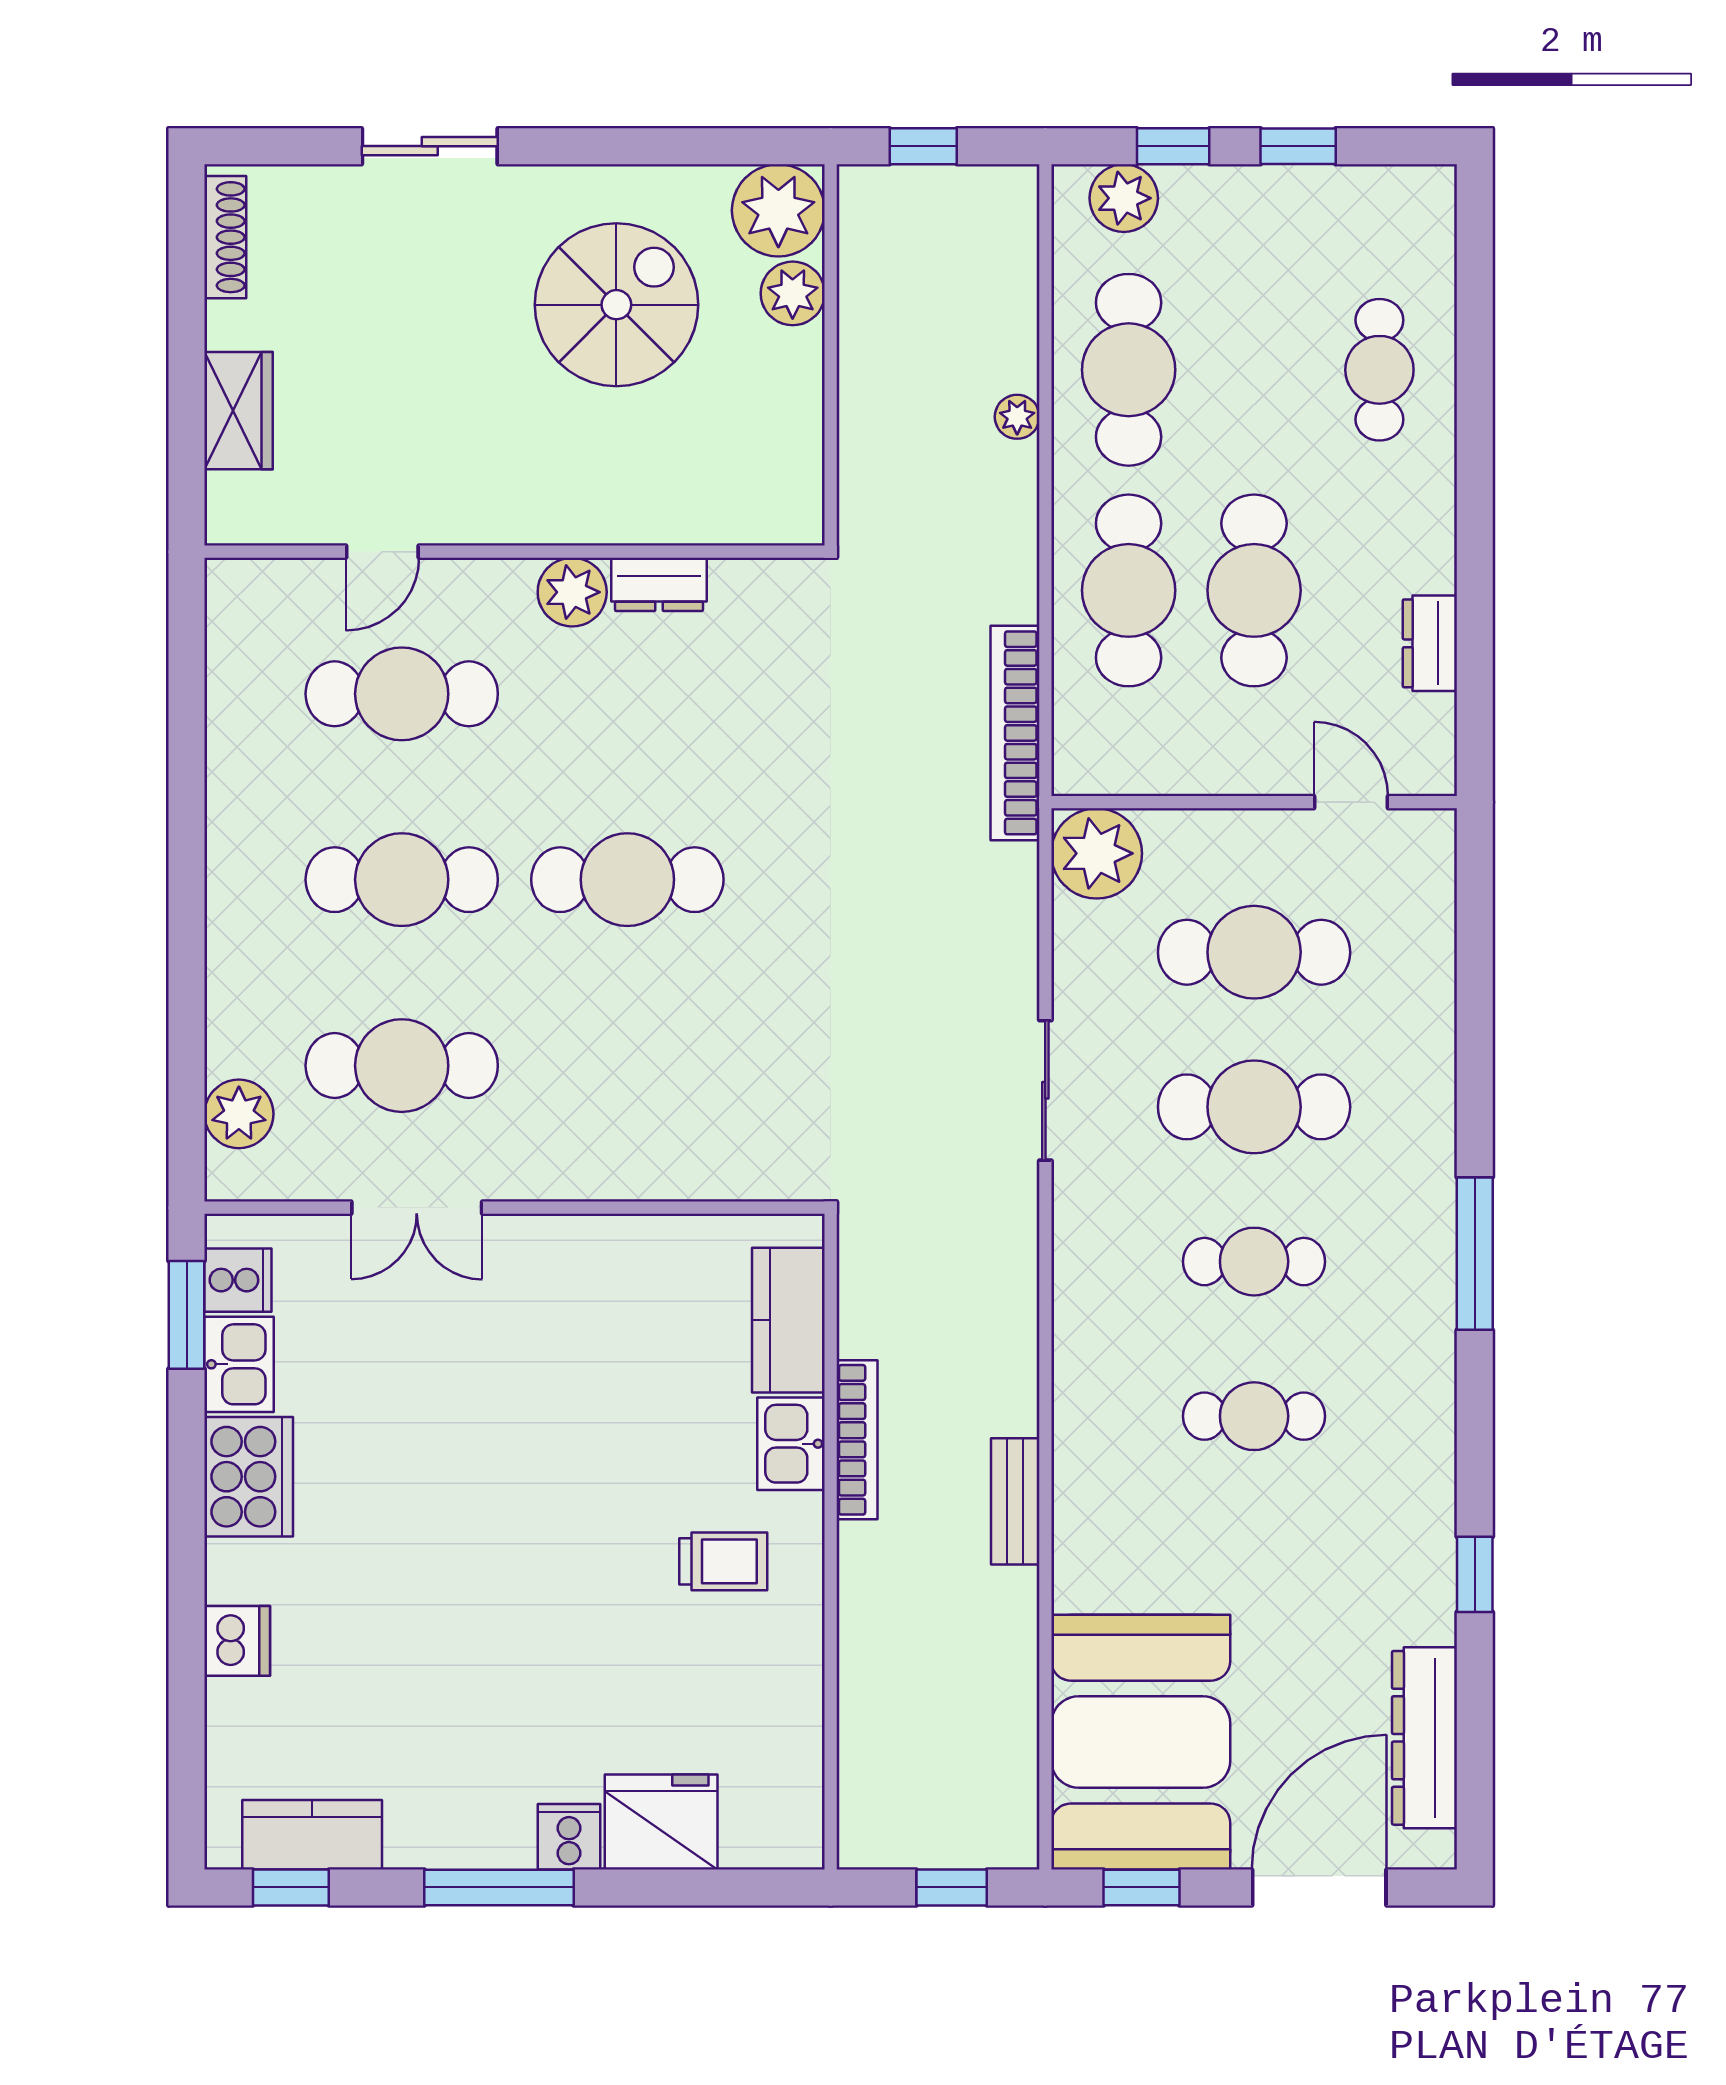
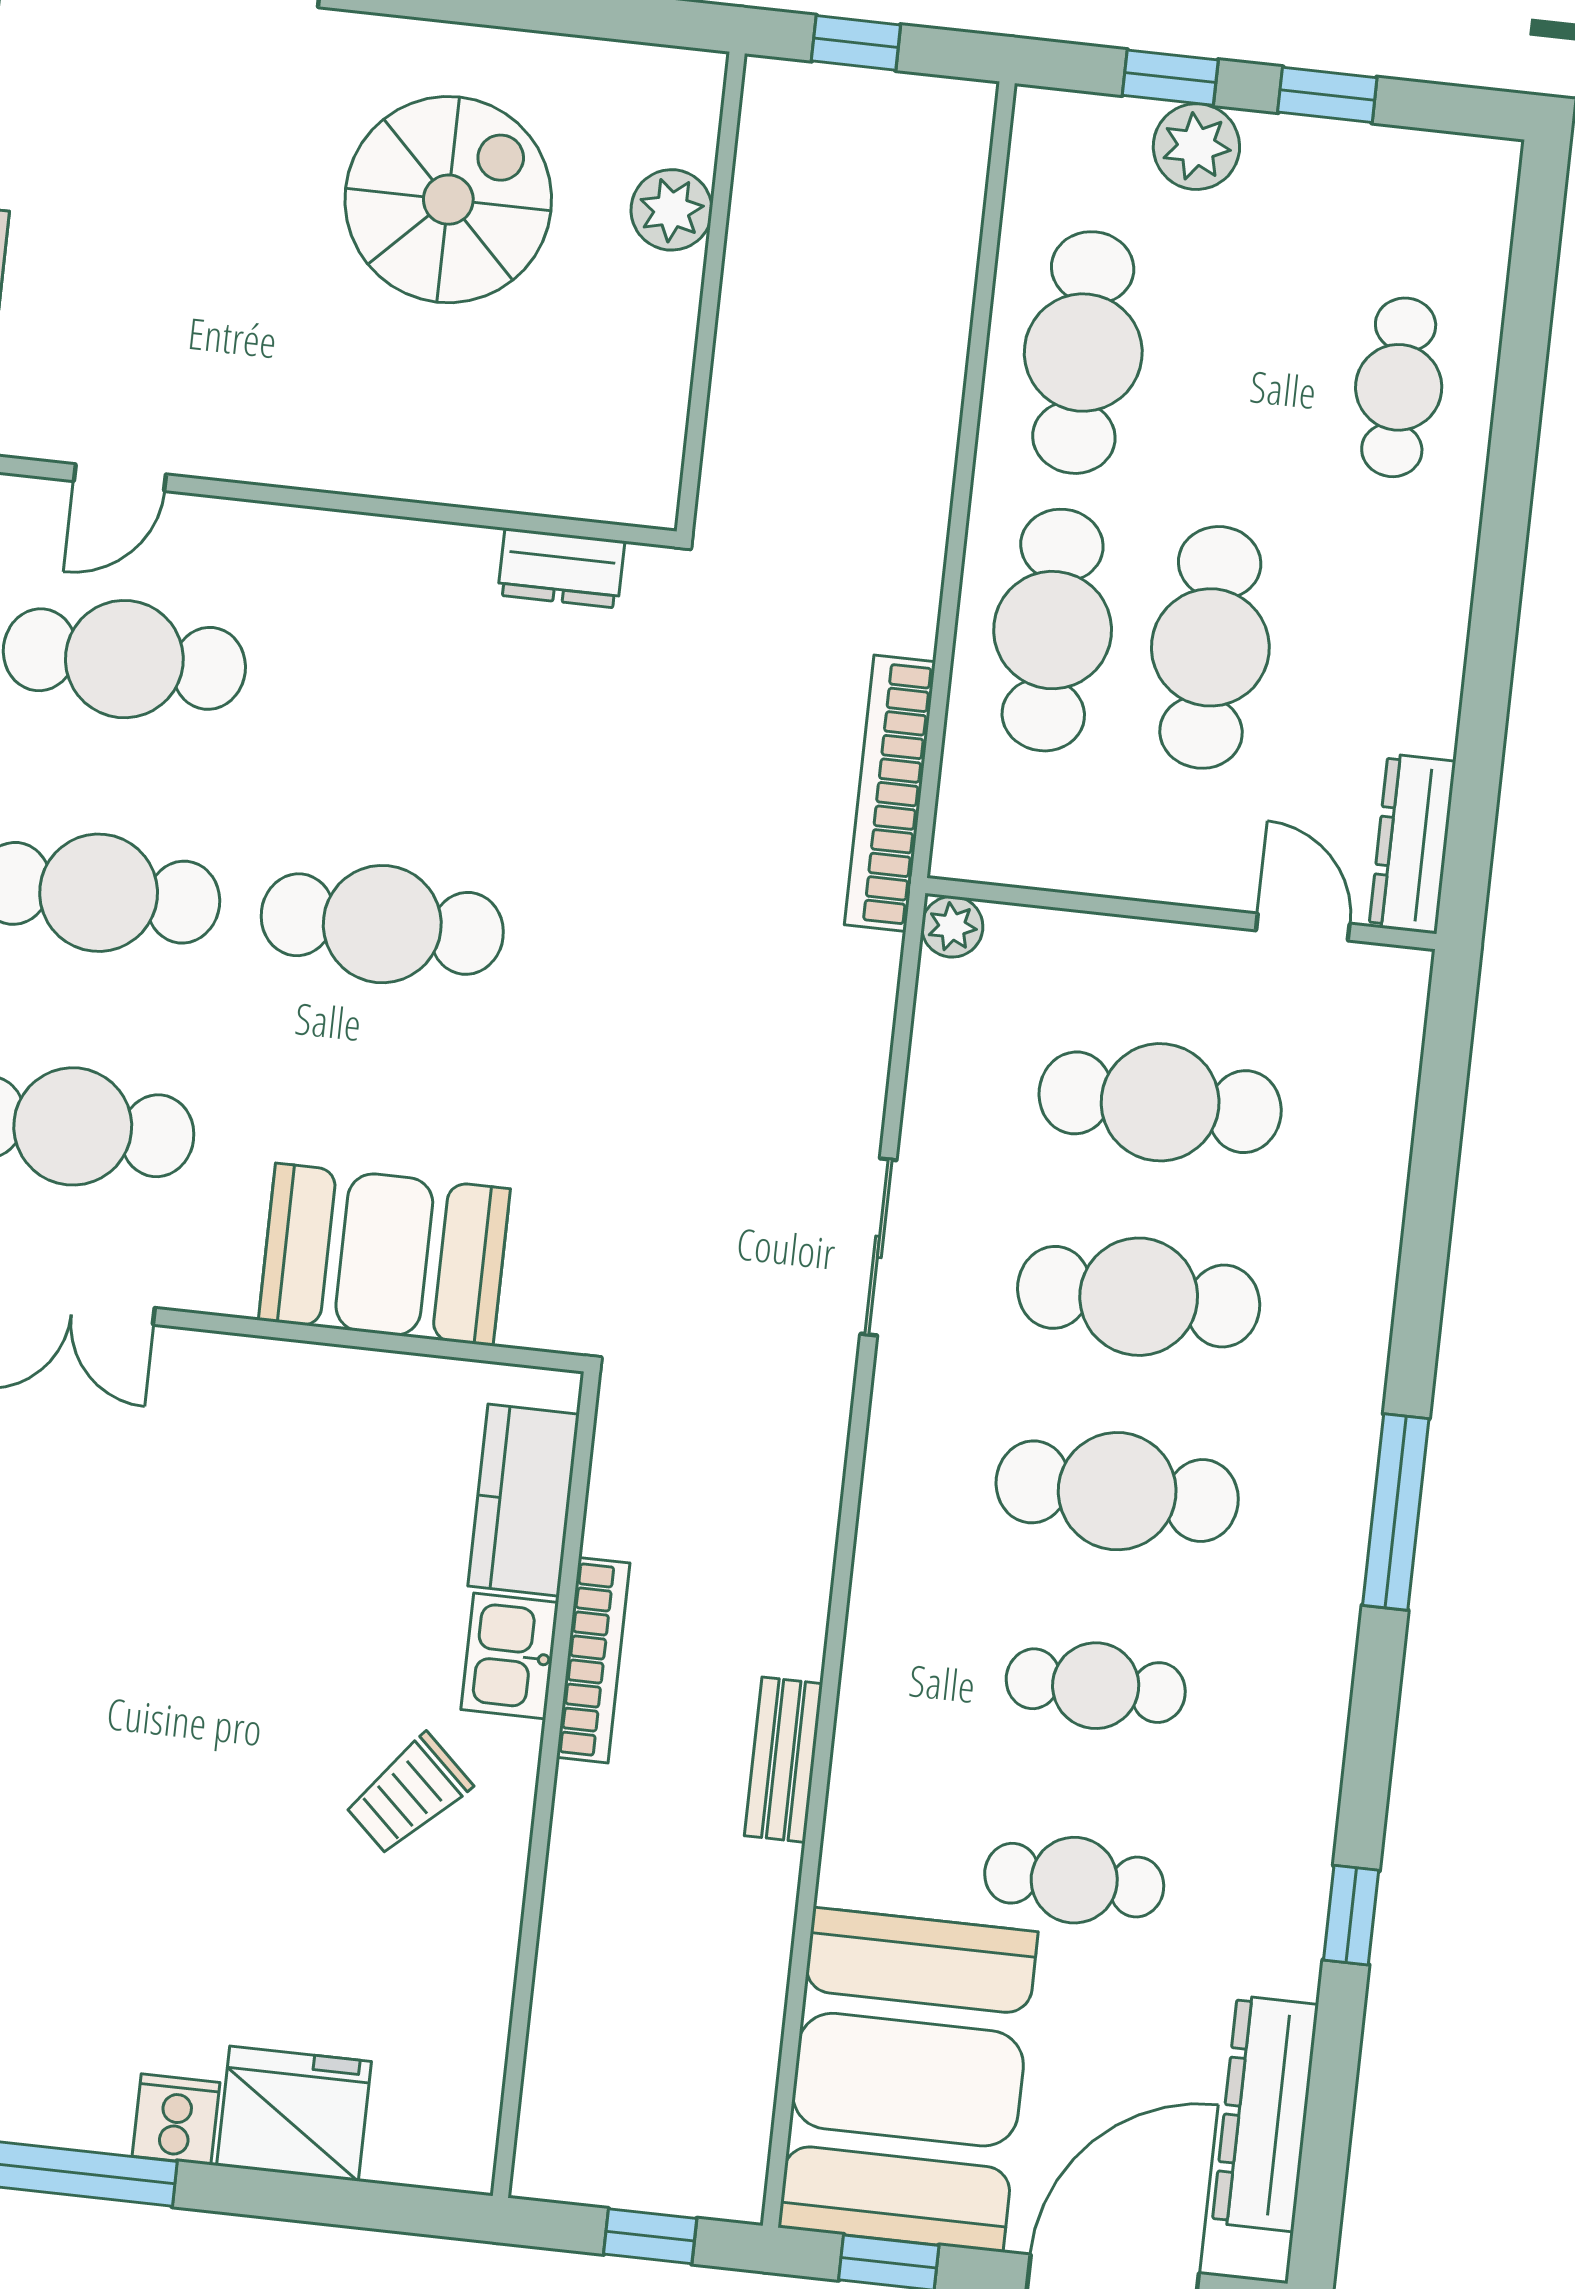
plant: (1124, 198) -> (1196, 147), moved
plant: (778, 210) -> (665, 103), removed
plant: (1017, 417) -> (937, 396), removed
dresser: (659, 584) -> (561, 568), moved
plant: (572, 592) -> (353, 555), removed
dresser: (1430, 643) -> (1412, 844), moved, width x1.44
plant: (1097, 853) -> (952, 927), width x0.53, depth x0.53
booth: (658, 1139) -> (384, 1254), added
cafe table: (1254, 1262) -> (1117, 1491), width x1.37, depth x1.35
trolley: (723, 1561) -> (408, 1795), turned 133
cafe table: (1254, 1571) -> (1074, 1880), added

